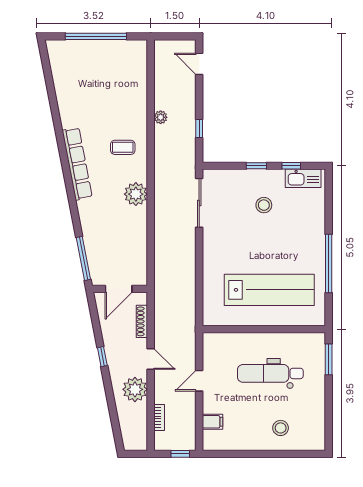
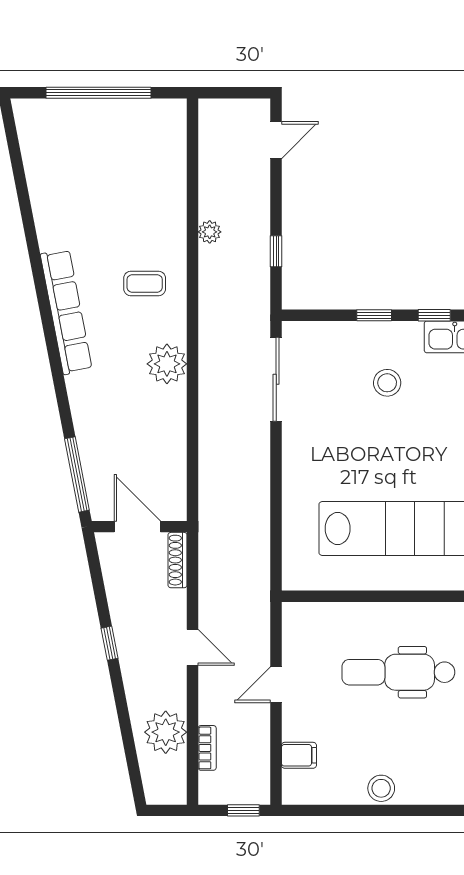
door: (199, 64) -> (276, 140), swing flipped
door: (119, 289) -> (137, 527), swing flipped
shoe rack: (142, 321) -> (178, 560), moved
plant: (135, 389) -> (166, 732), moved
stool: (281, 428) -> (381, 788), moved

